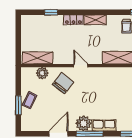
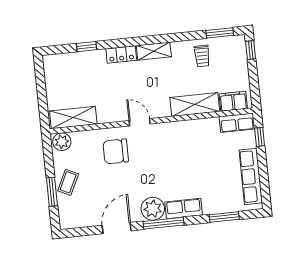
plant: (42, 73) -> (62, 142), moved
chair: (63, 83) -> (116, 151), turned -128

